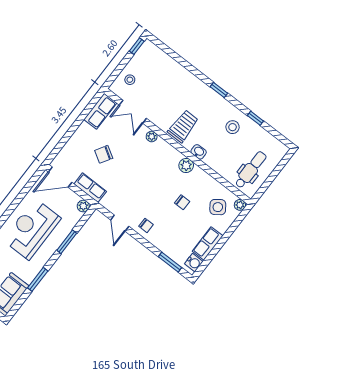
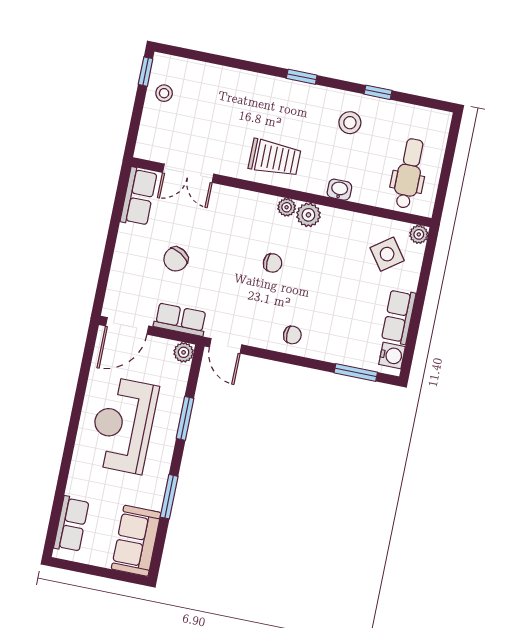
stool: (130, 80) -> (164, 93), moved
trolley: (183, 126) -> (275, 158), turned 90
plant: (152, 136) -> (287, 207), moved
washbasin: (199, 152) -> (339, 190), moved
chair: (182, 202) -> (273, 263), moved
door: (120, 223) -> (226, 346), moved

